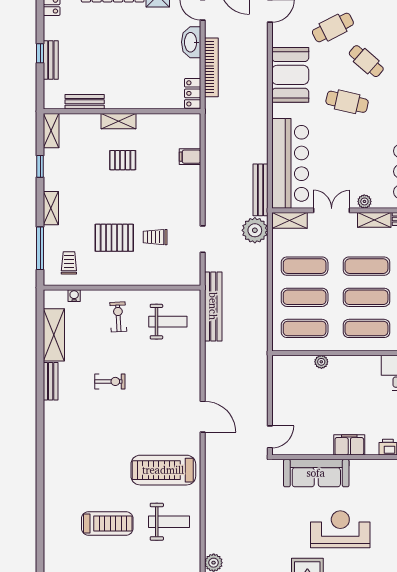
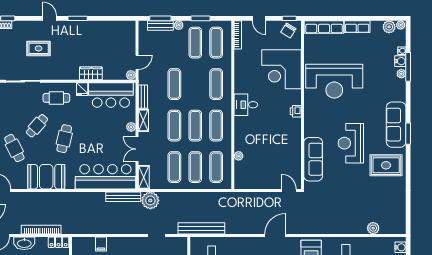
filing cabinet: (349, 445) -> (294, 137), removed

